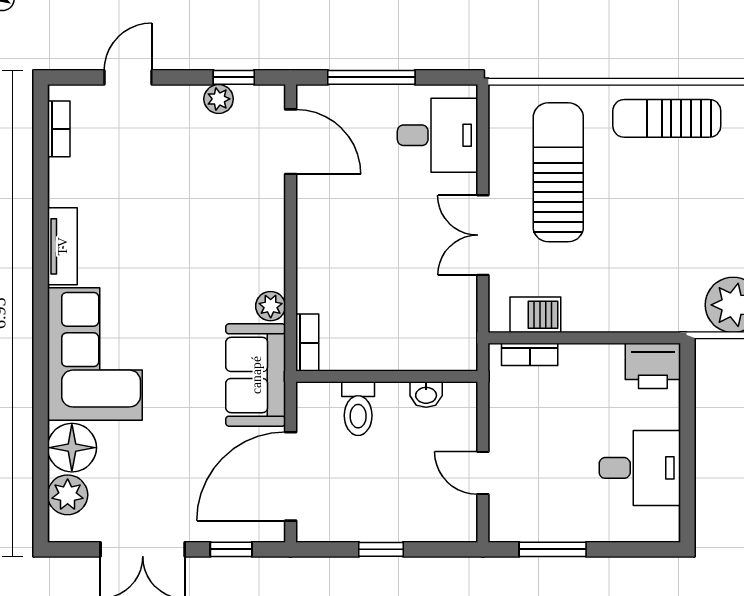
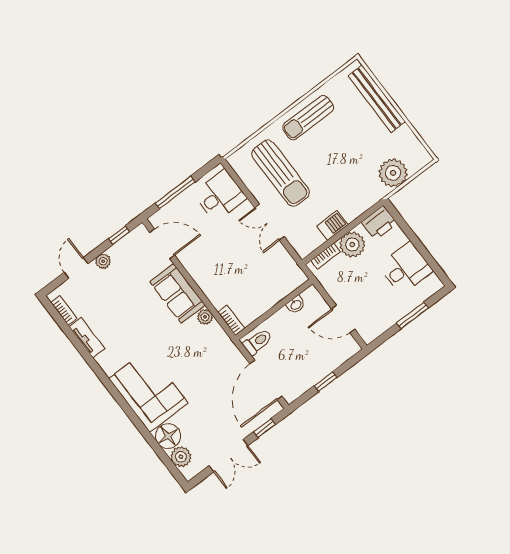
plant: (219, 99) -> (103, 261), moved
sun lounger: (558, 172) -> (281, 173), turned 180
tv unit: (62, 246) -> (87, 338), moved
barbecue: (535, 315) -> (332, 226), moved
plant: (585, 368) -> (352, 244), added
sofa: (256, 375) -> (178, 293), moved
toilet: (358, 409) -> (258, 342), moved, turned -90
door: (483, 473) -> (343, 319), width x1.38
window: (553, 549) -> (412, 315), moved

